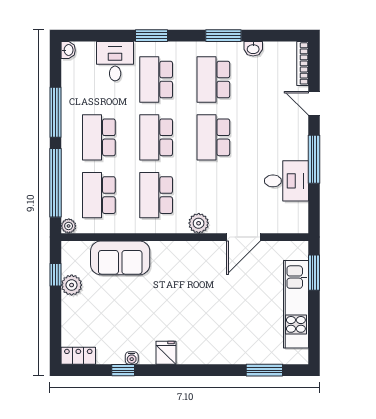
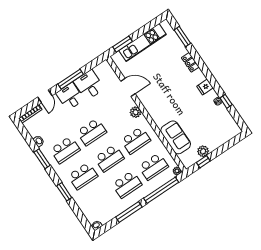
desk: (115, 61) -> (70, 97), moved, turned 90
locker: (78, 356) -> (190, 62), moved

